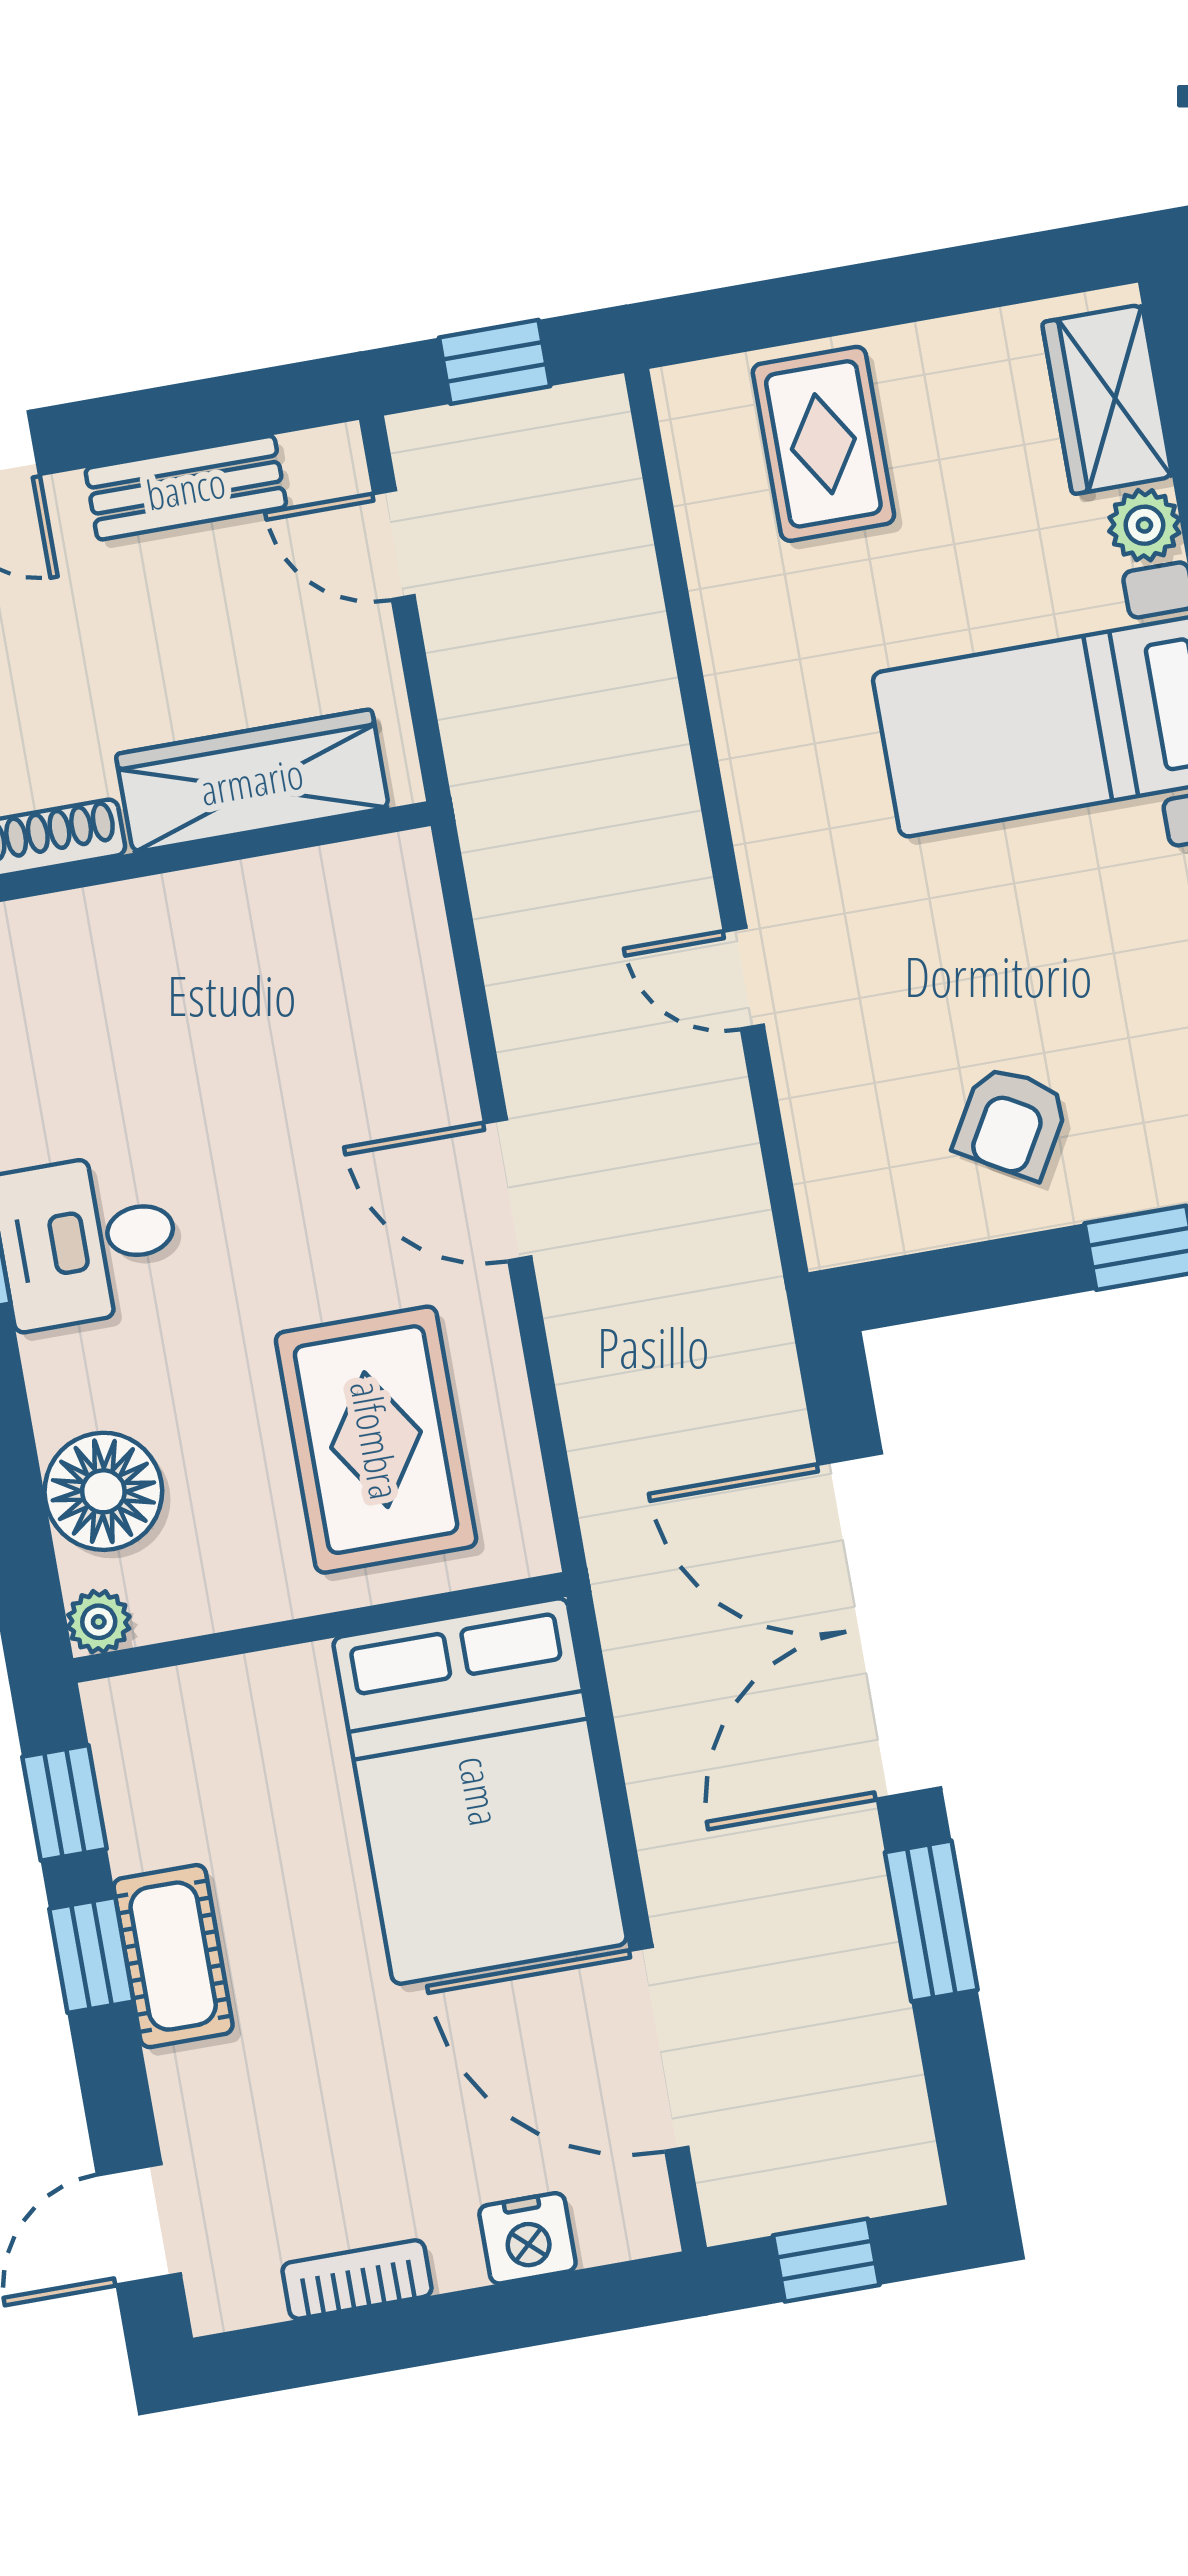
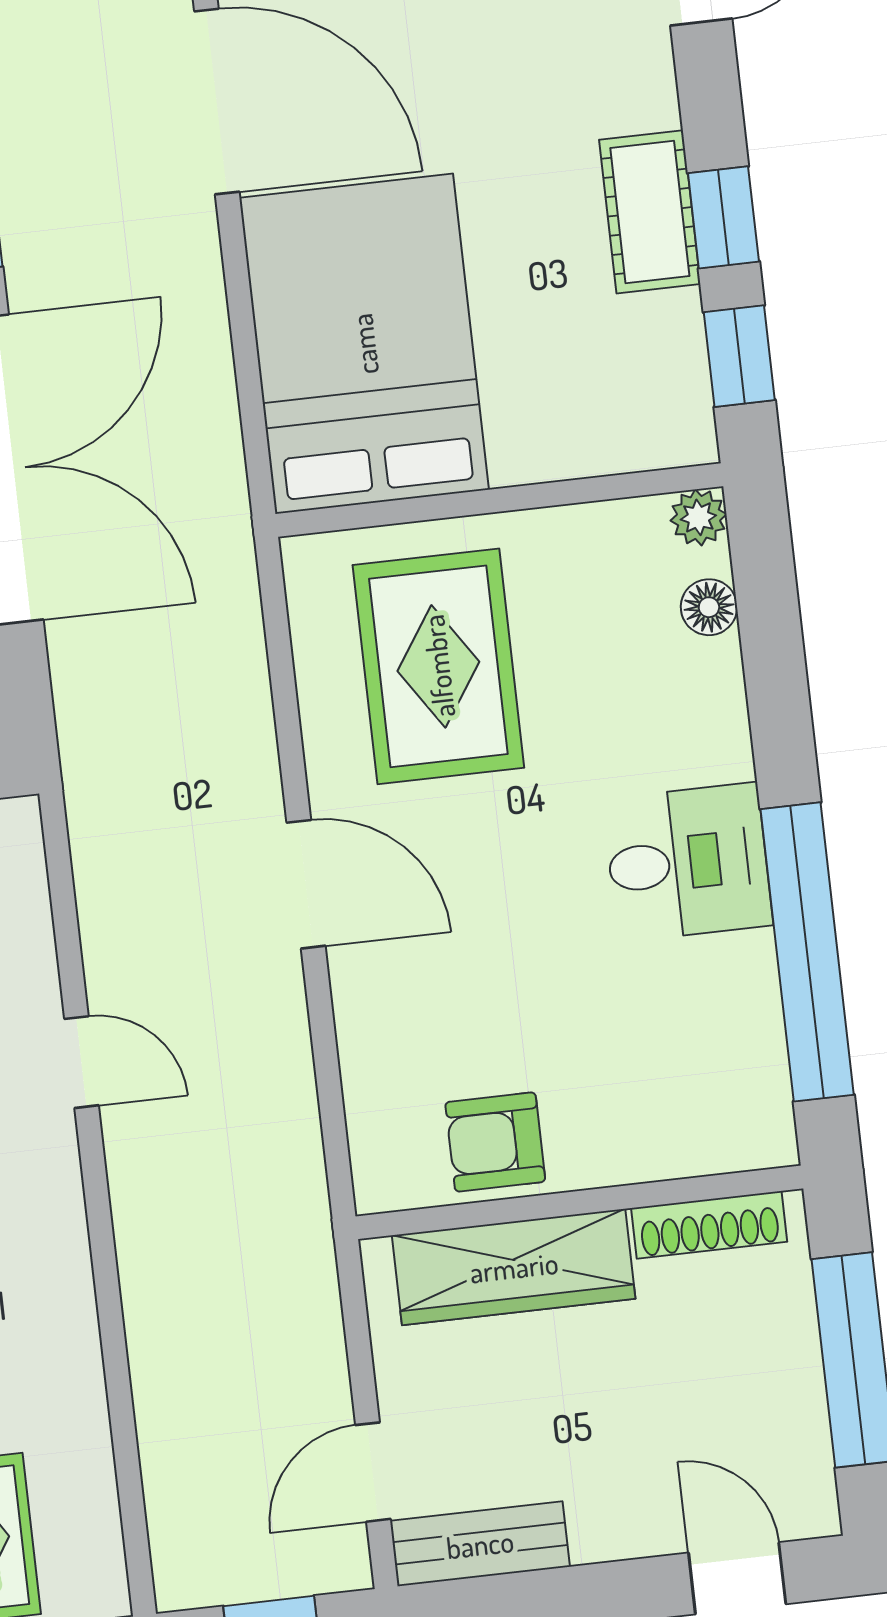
bench: (186, 488) -> (480, 1544), moved
door: (394, 545) -> (373, 1472), swing flipped
armchair: (281, 918) -> (495, 1142), added
floor lamp: (103, 1491) -> (709, 607), width x0.53, depth x0.53

